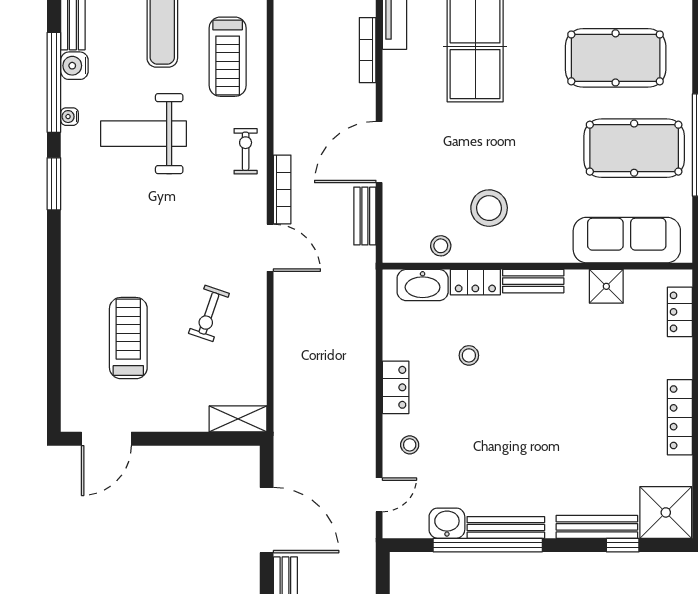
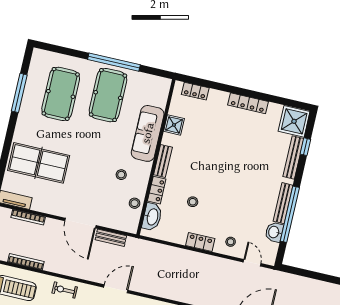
bookcase: (282, 189) -> (26, 262), moved
stool: (489, 208) -> (121, 175), width x0.53, depth x0.53
sofa: (627, 240) -> (148, 133), moved

